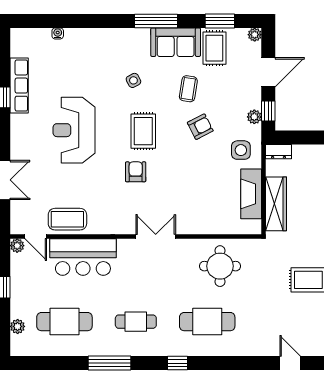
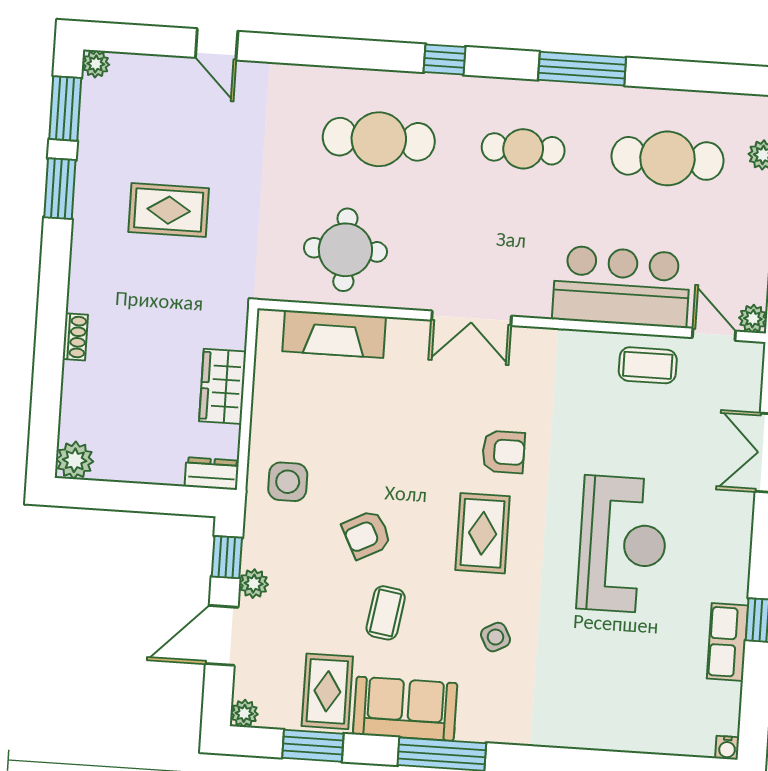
water cooler: (58, 33) -> (727, 748), moved
row of seats: (19, 86) -> (727, 642), width x0.68
plant: (254, 117) -> (254, 584), moved
armchair: (136, 172) -> (503, 452), turned -90
fireplace: (251, 194) -> (334, 334), moved, turned 90
wardrobe: (276, 204) -> (223, 386), width x0.67
coffee table: (67, 219) -> (648, 365), width x0.73, depth x0.77

